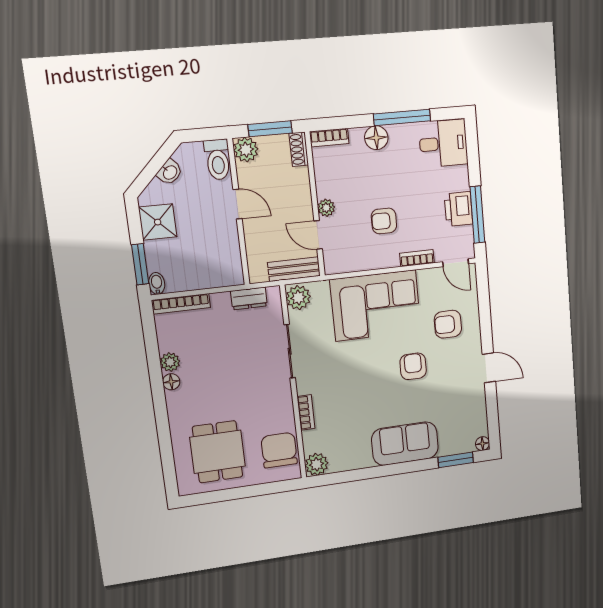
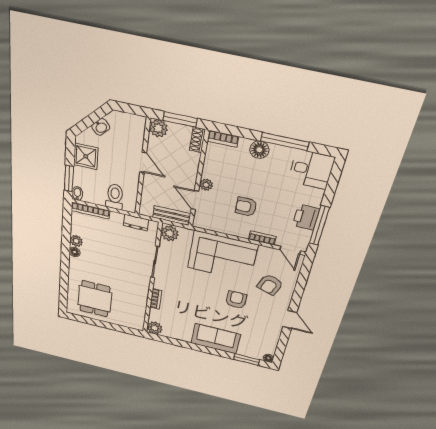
toilet: (218, 160) -> (115, 197), moved, turned 180
armchair: (448, 324) -> (270, 285), turned -70
chair: (279, 450) -> (133, 312), removed

